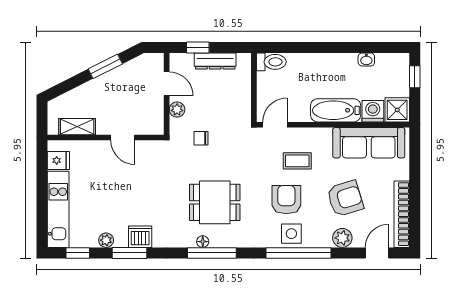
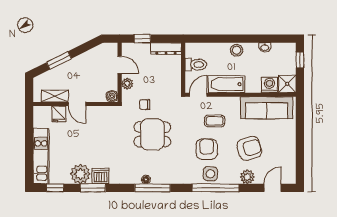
dresser: (215, 61) -> (166, 48), moved
toilet: (271, 62) -> (196, 65), moved
stool: (328, 63) -> (237, 50), added
window: (105, 66) -> (59, 60), moved
bathtub: (336, 110) -> (227, 84), moved
boiler: (156, 127) -> (112, 96), added
door: (123, 137) -> (77, 104), moved
fridge: (58, 160) -> (59, 114), moved, turned 90
dining table: (215, 202) -> (152, 134), moved
bookcase: (402, 214) -> (290, 160), removed
plant: (106, 240) -> (80, 174), width x1.87, depth x1.87

